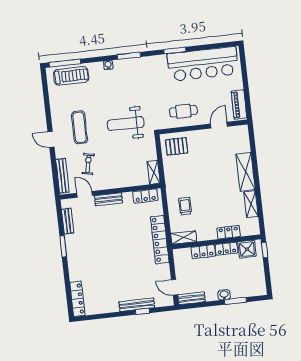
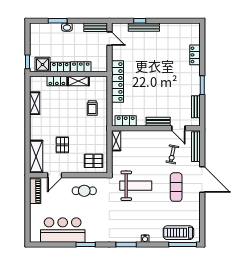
bar counter: (203, 64) -> (63, 230), width x0.73
door: (51, 139) -> (202, 179), width x1.88
pallet: (214, 161) -> (62, 145), added
shelving: (246, 172) -> (36, 157), moved
shelving: (184, 237) -> (78, 81), moved
locker: (77, 299) -> (195, 55), moved, width x0.66

